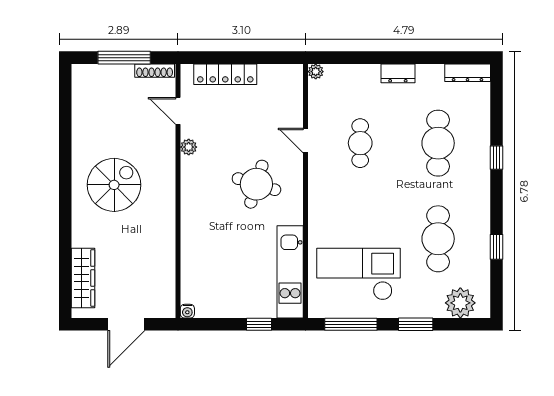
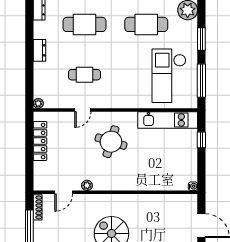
locker: (225, 74) -> (40, 141), moved

